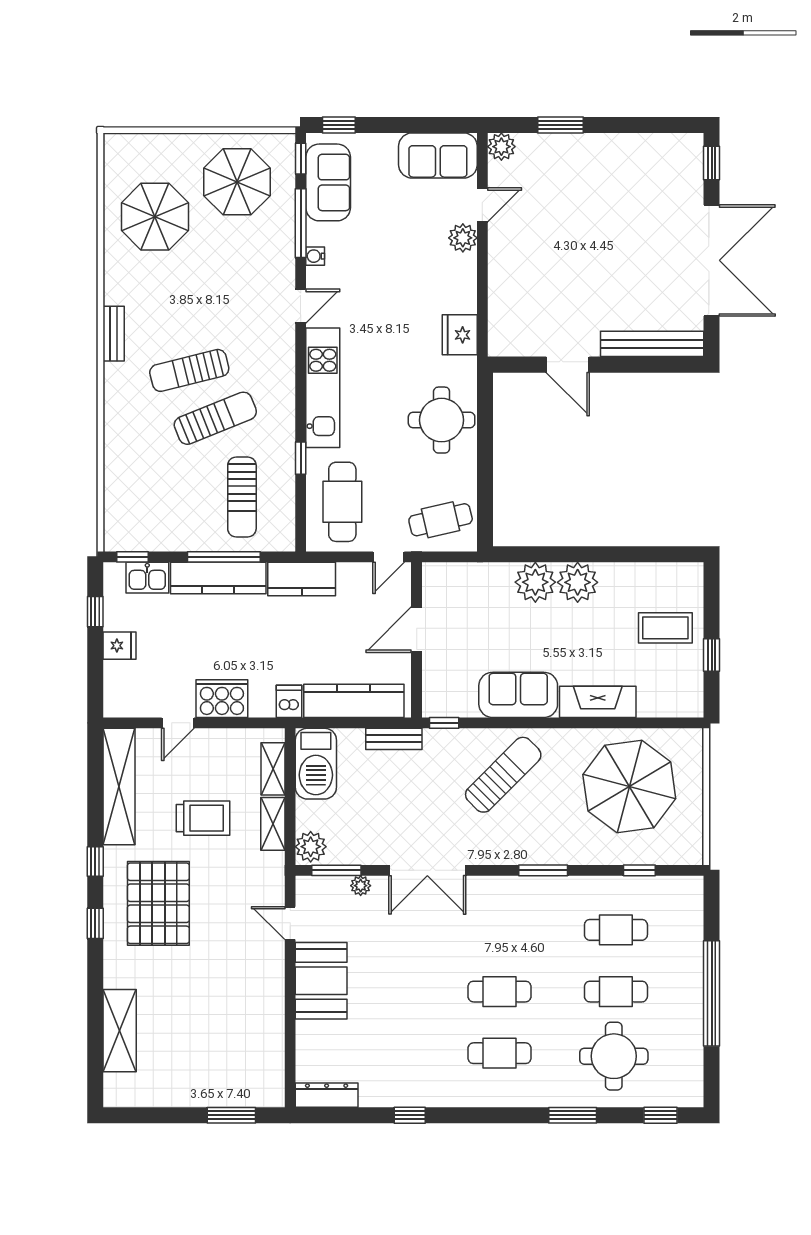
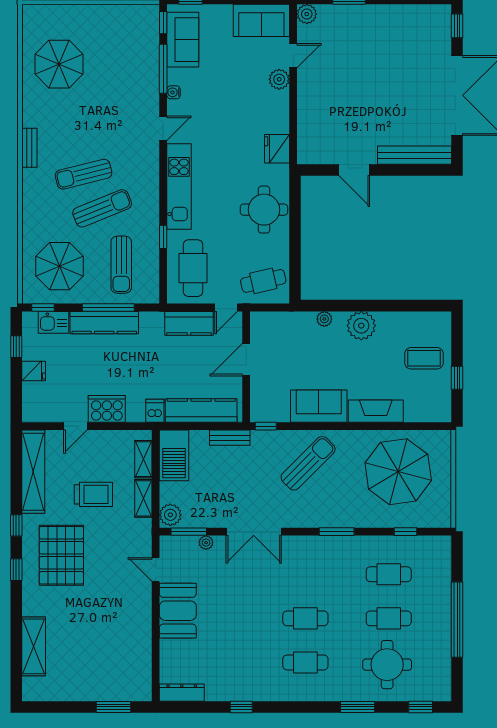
parasol: (237, 182) -> (60, 266), moved
kitchen counter: (302, 579) -> (189, 323), moved
plant: (535, 582) -> (324, 319), width x0.53, depth x0.53

